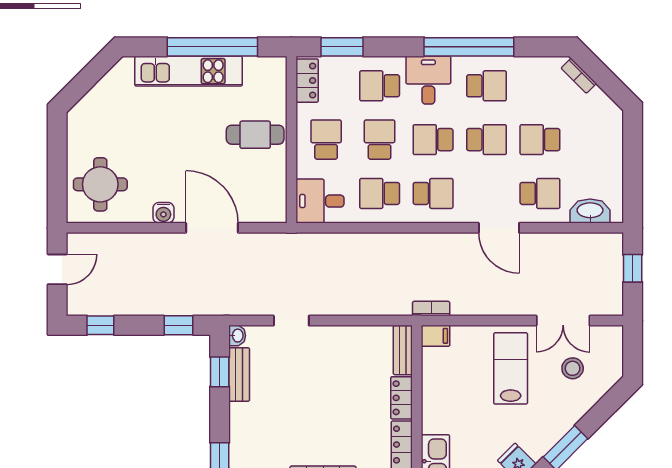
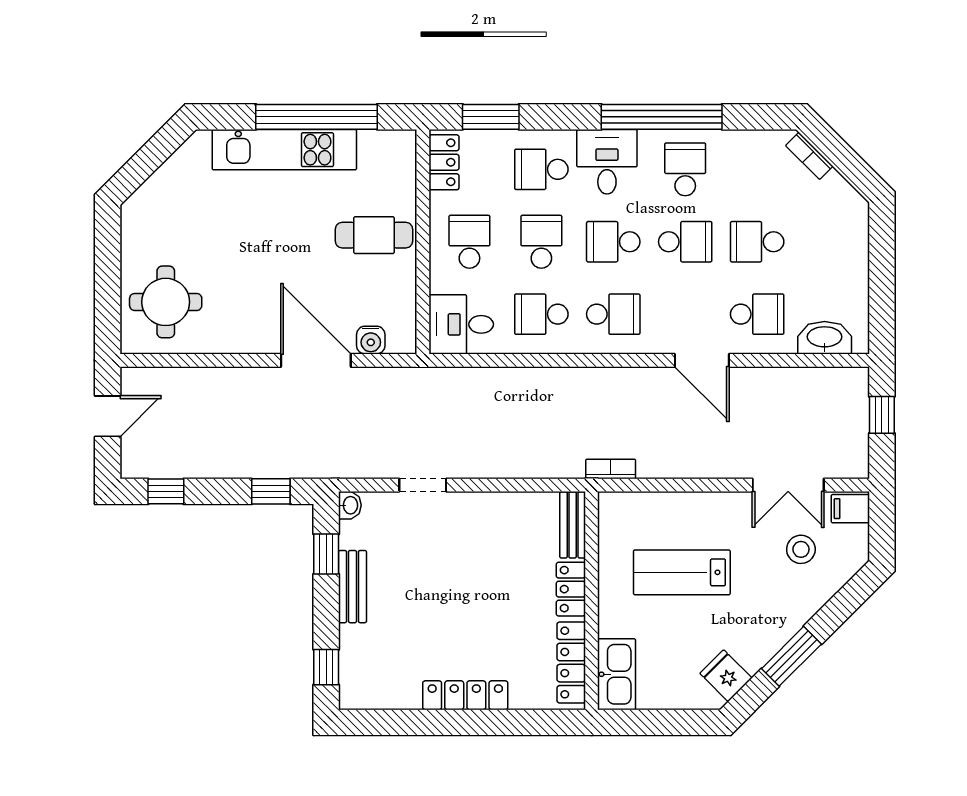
school desk: (486, 86) -> (685, 169), turned -90
water cooler: (163, 213) -> (371, 340), moved
filing cabinet: (436, 336) -> (850, 509), moved, turned 180
lab bench: (511, 368) -> (682, 572), moved, turned -90
bench: (239, 375) -> (352, 587), moved

